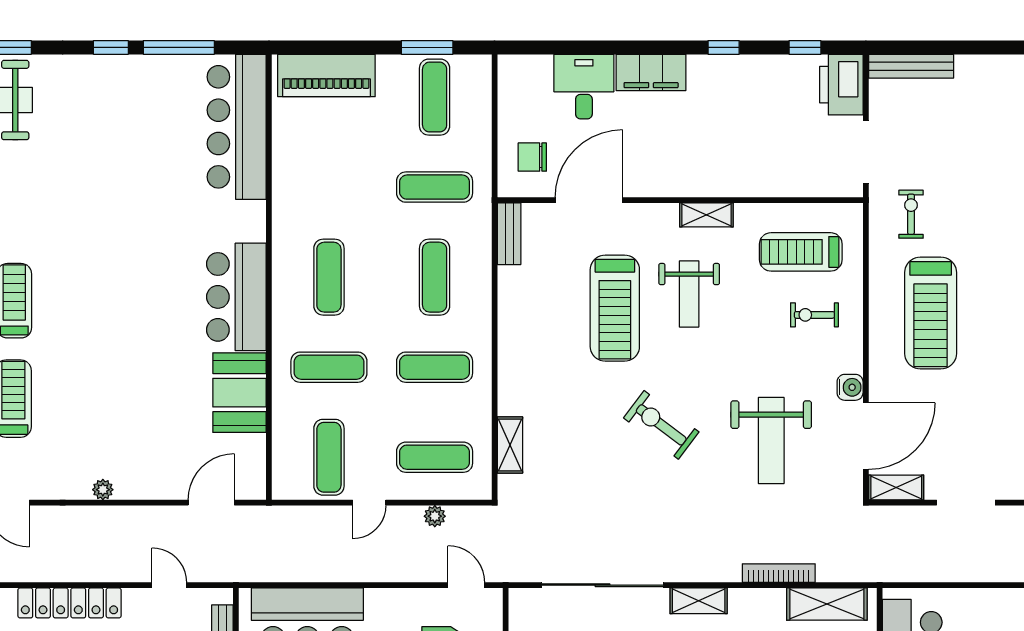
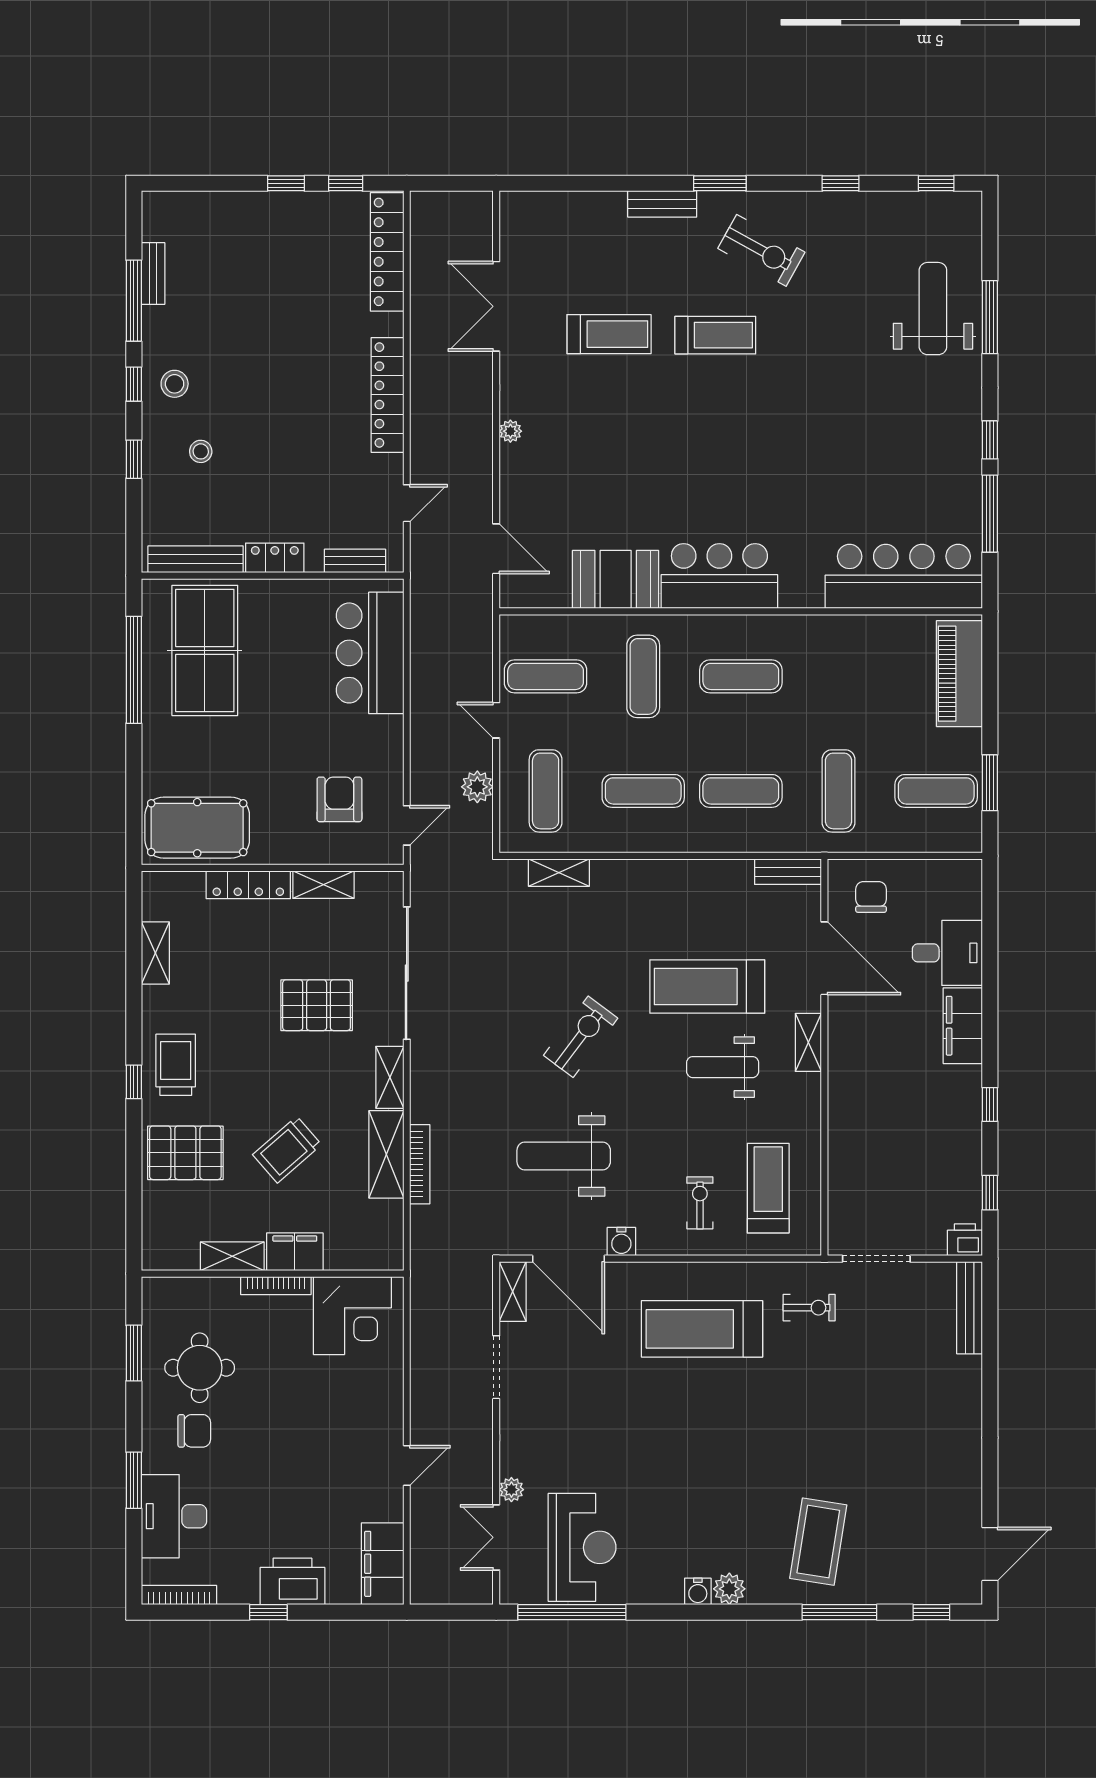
printer: (841, 85) -> (965, 1240), width x0.53, depth x0.68
shelving: (706, 215) -> (808, 1042), moved
exercise mat: (435, 367) -> (643, 791), turned 90
plant: (435, 516) -> (477, 787), width x1.38, depth x1.38
shelving: (827, 604) -> (386, 1154), moved

